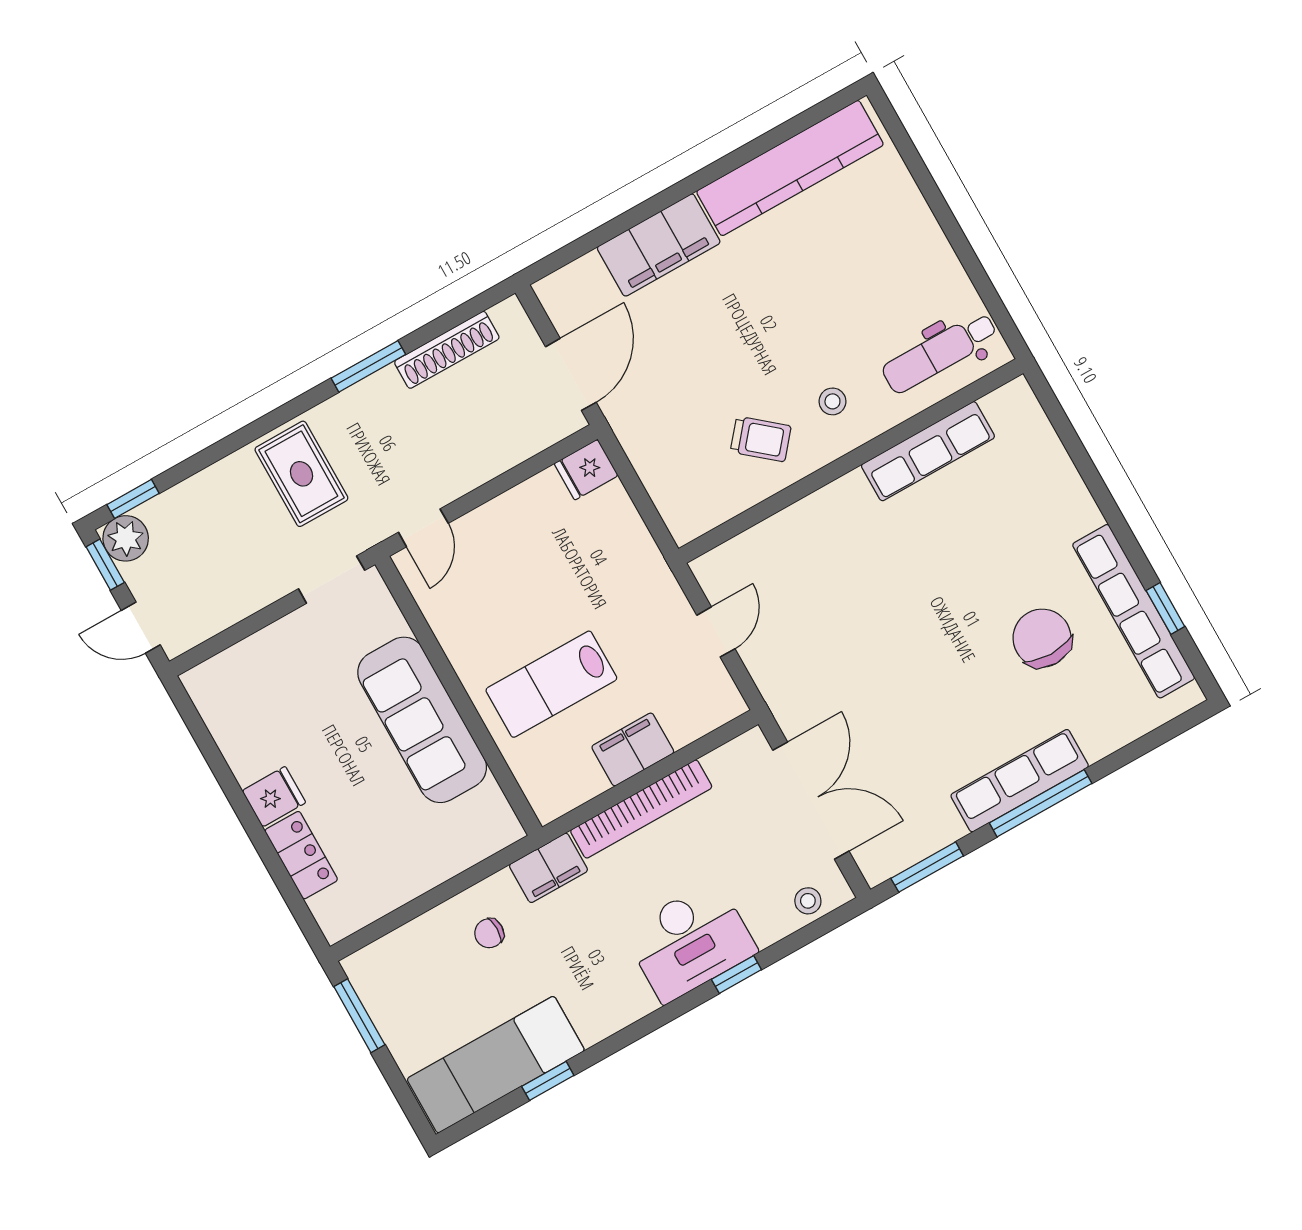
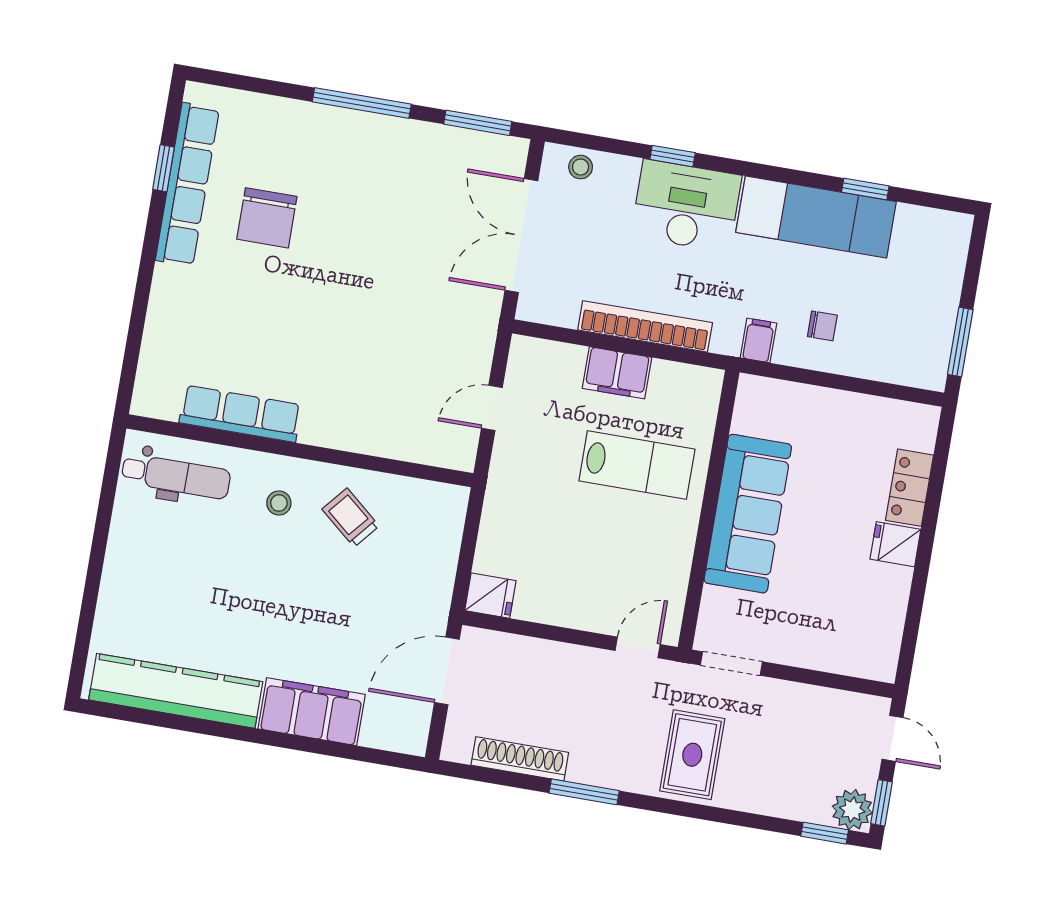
row of seats: (1020, 781) -> (364, 131), removed
filing cabinet: (548, 868) -> (758, 340), width x0.50
exam couch: (496, 1065) -> (816, 217), moved

